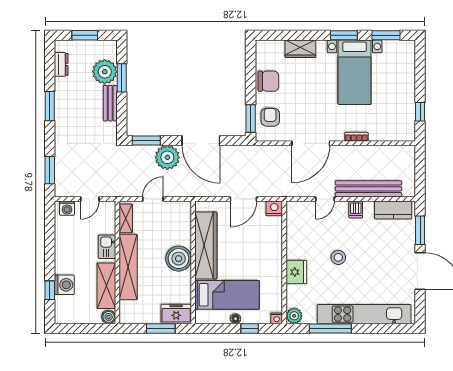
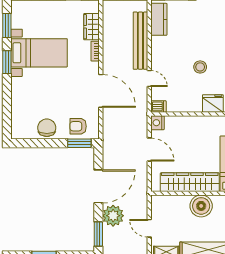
wardrobe: (300, 49) -> (91, 27), moved, turned 180
dishwasher: (356, 209) -> (158, 106), moved

